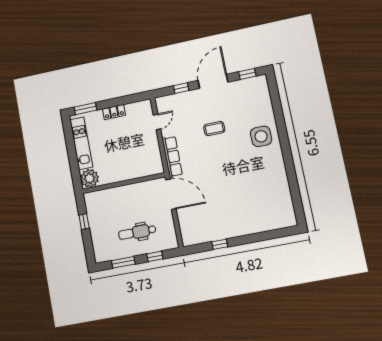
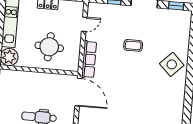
side table: (261, 136) -> (172, 64), turned 45
round table: (127, 156) -> (49, 47), added

